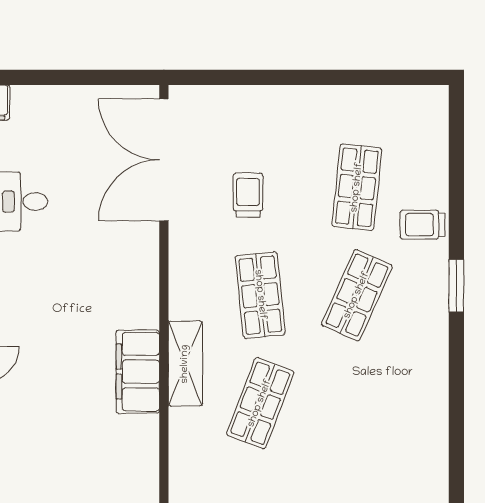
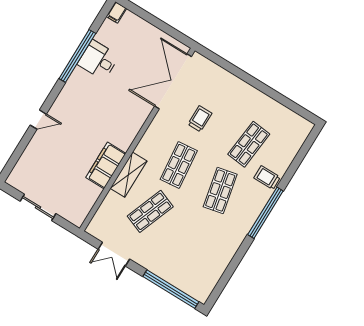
window: (456, 286) -> (265, 213), width x2.11
shop shelf: (357, 295) -> (220, 191), turned -36

